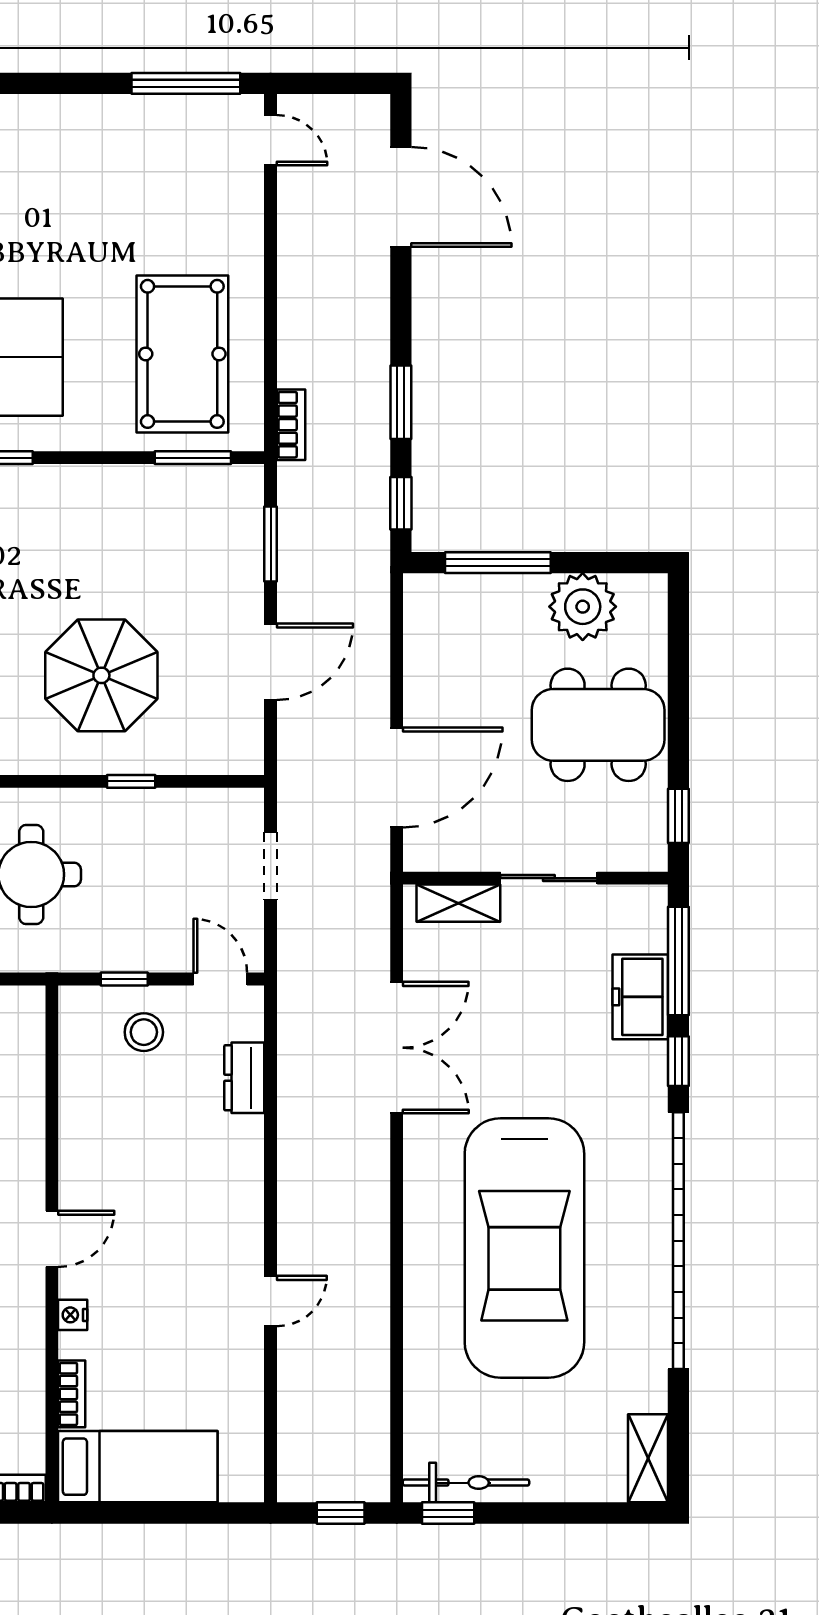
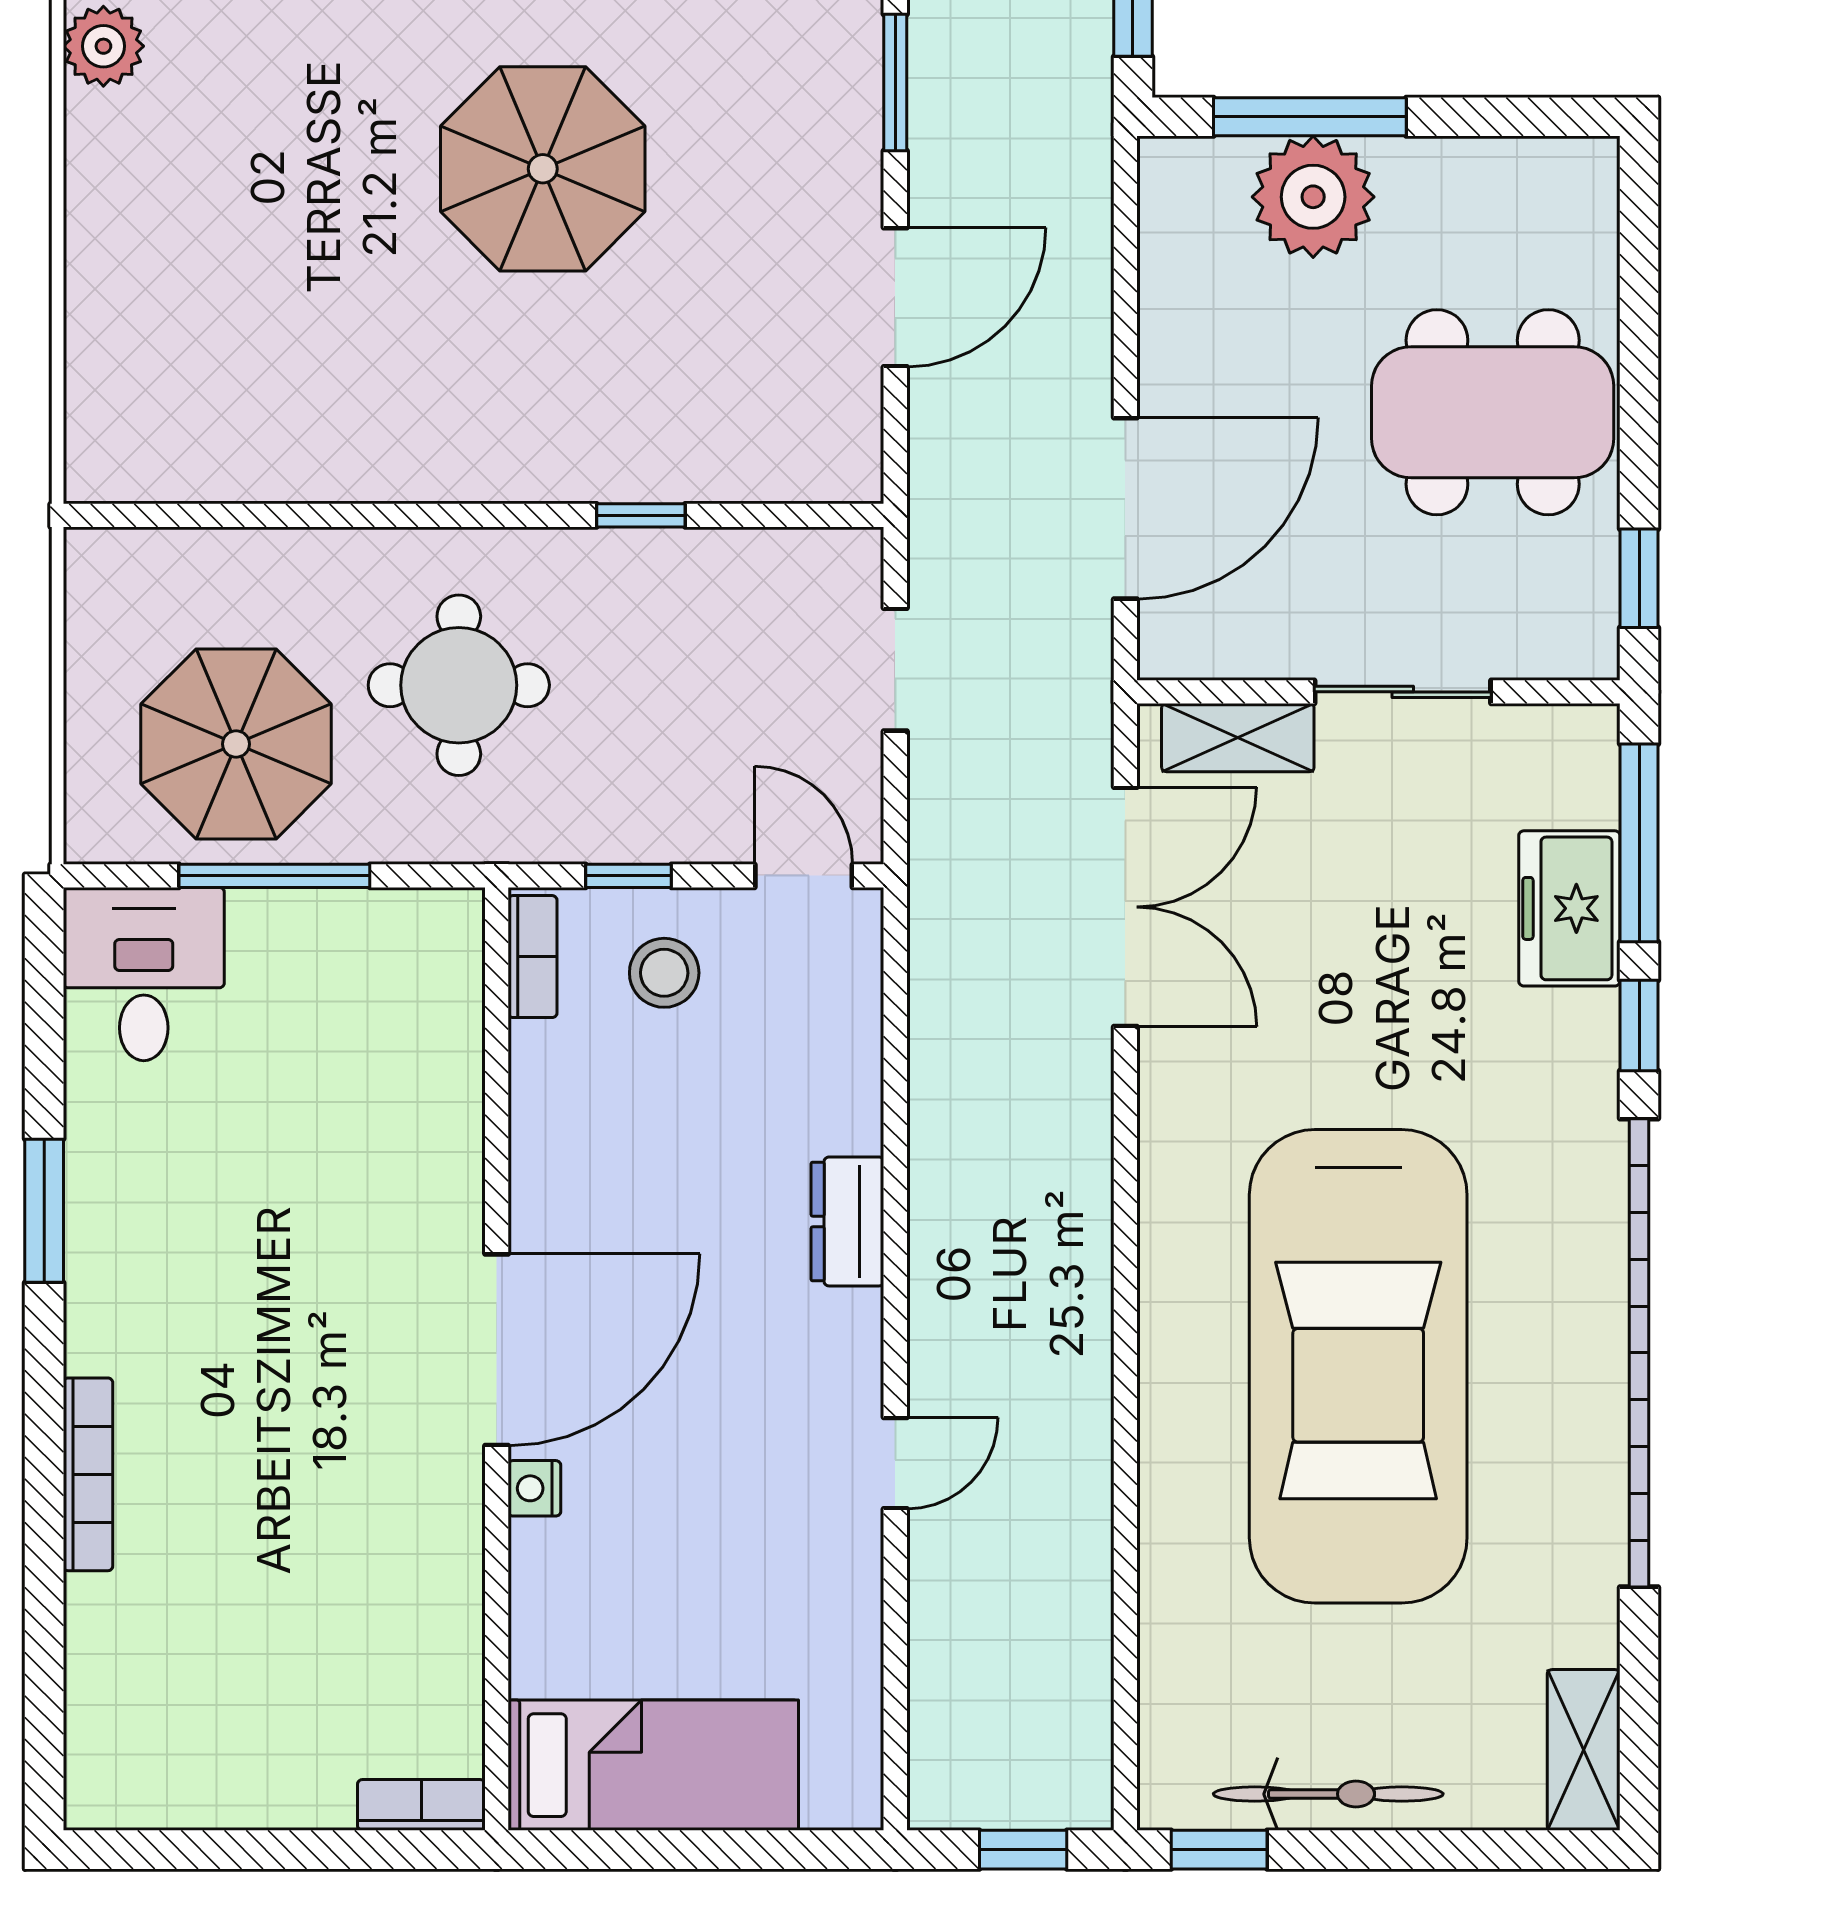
plant: (583, 607) -> (1313, 197), moved
parasol: (101, 675) -> (543, 169), moved
double door: (397, 1048) -> (1125, 907), moved
dresser: (244, 1078) -> (847, 1221), moved
door: (52, 1239) -> (497, 1350), width x1.87
bookcase: (72, 1394) -> (532, 957), moved
bicycle: (466, 1483) -> (1328, 1794), moved

